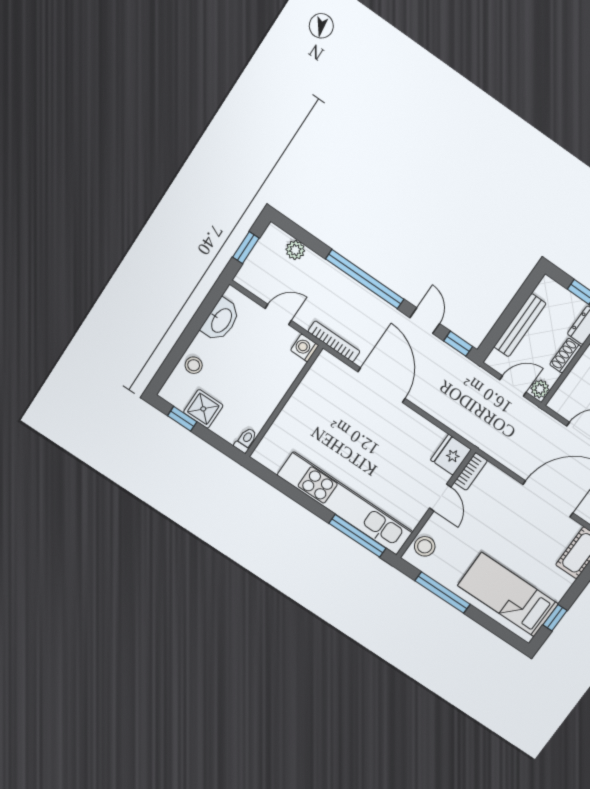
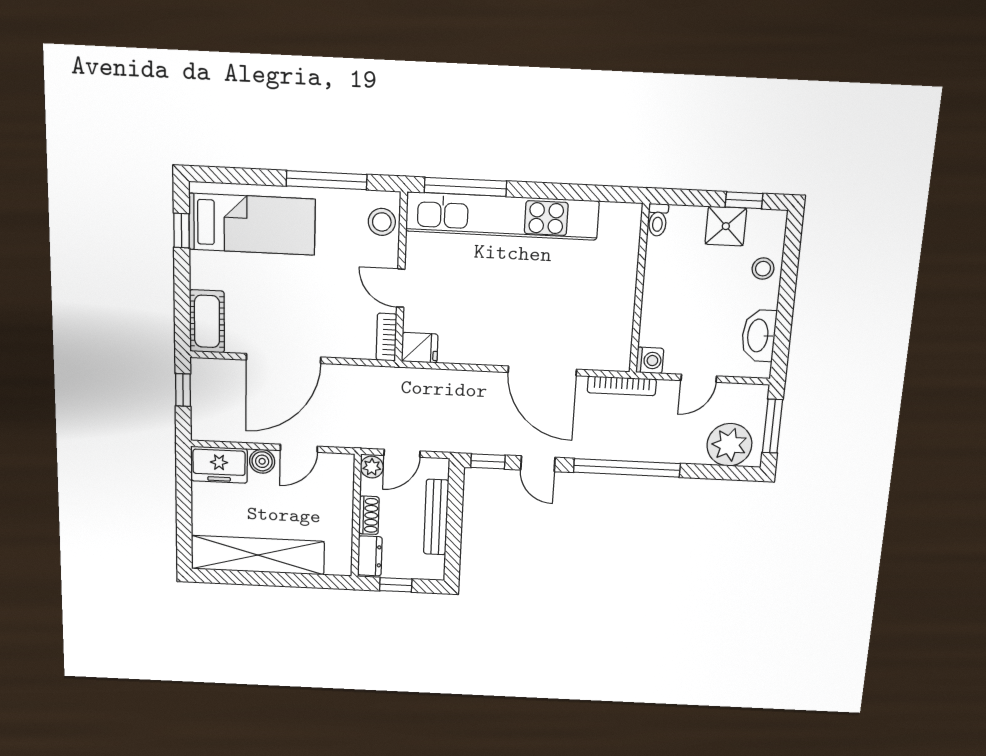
window: (246, 248) -> (773, 426), width x1.50
plant: (295, 250) -> (729, 445), width x1.87, depth x1.87
fridge: (451, 455) -> (420, 348), width x0.72

